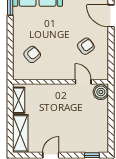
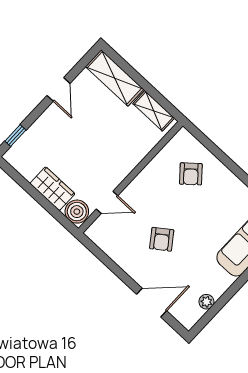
armchair: (86, 46) -> (162, 239), moved
wardrobe: (101, 114) -> (52, 189), added

